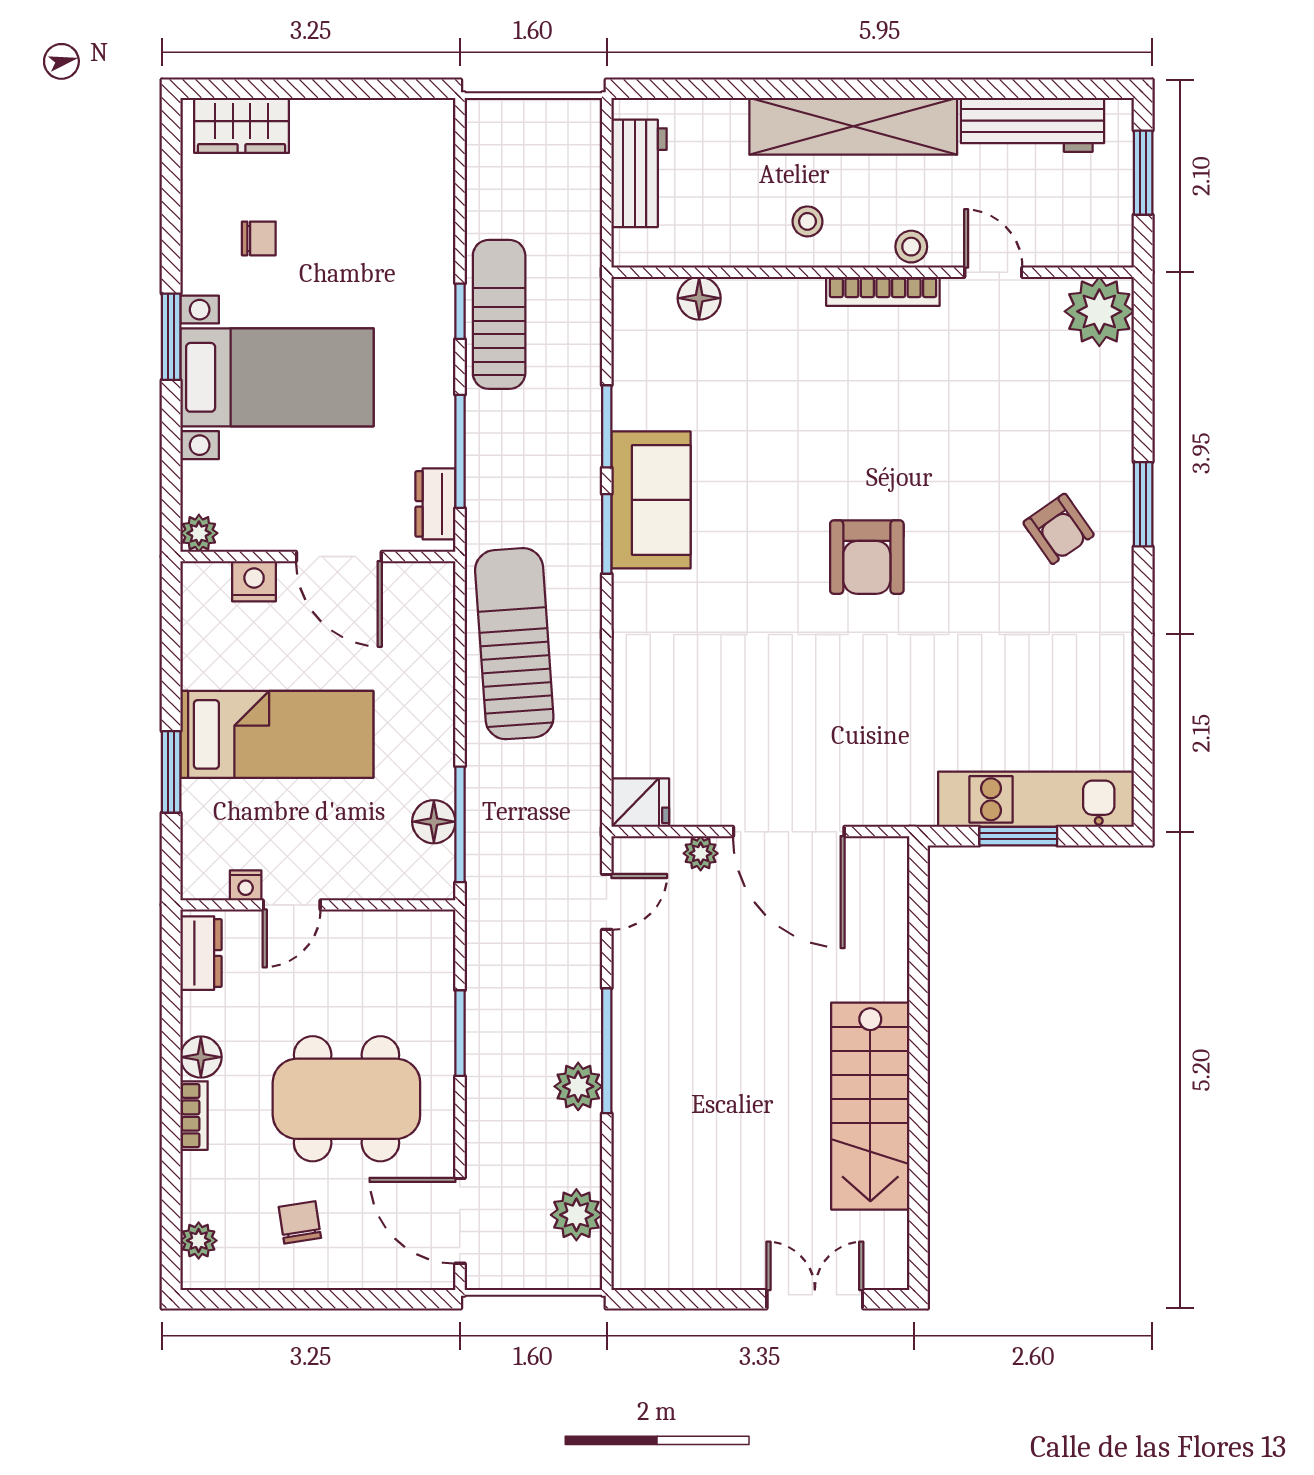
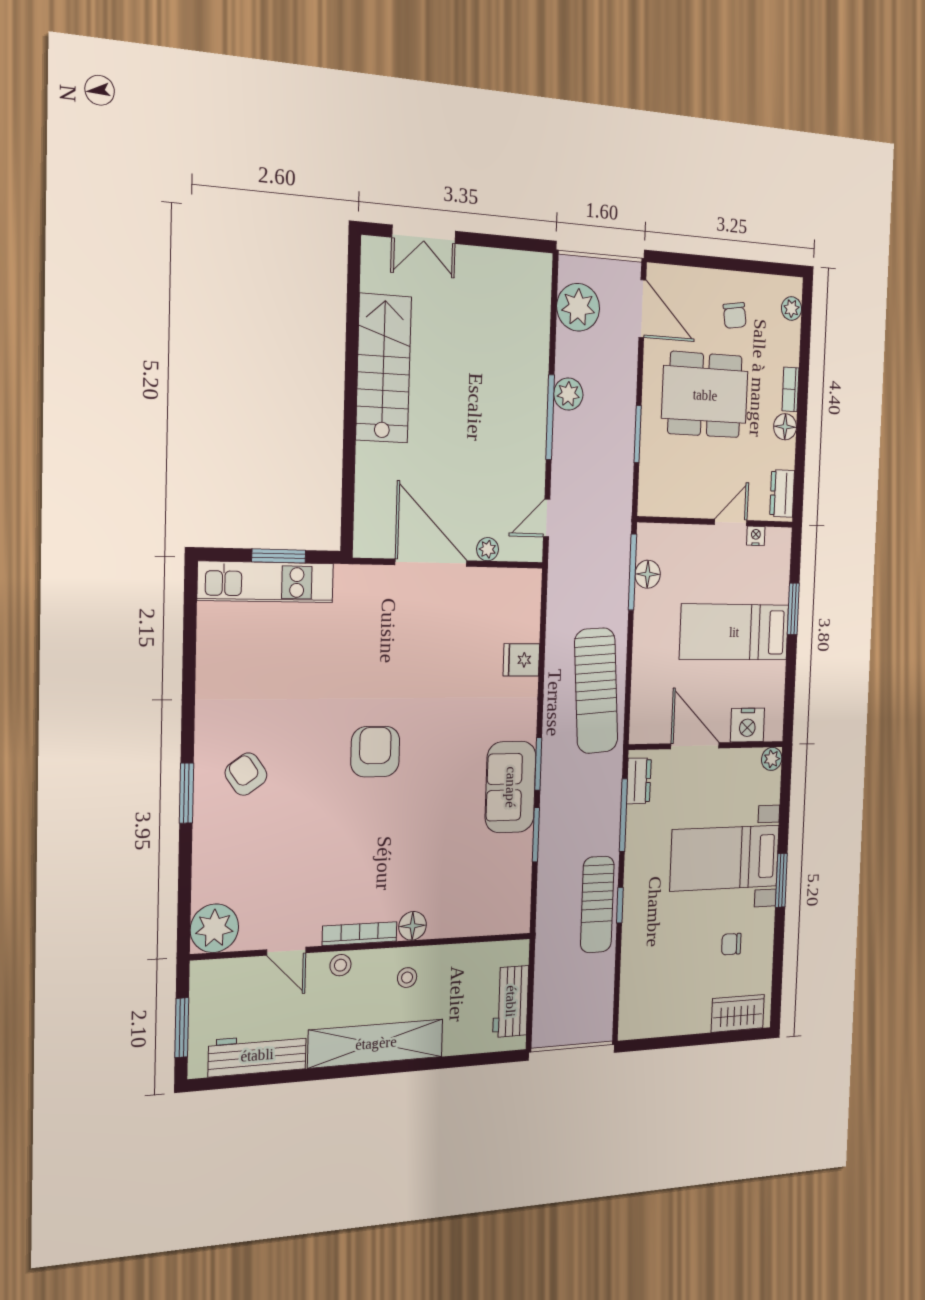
floor lamp: (699, 298) -> (413, 926), moved
nightstand: (254, 581) -> (747, 725), width x1.36, depth x1.33
fridge: (640, 803) -> (521, 660), moved
plant: (576, 1215) -> (578, 307), width x1.36, depth x1.36

